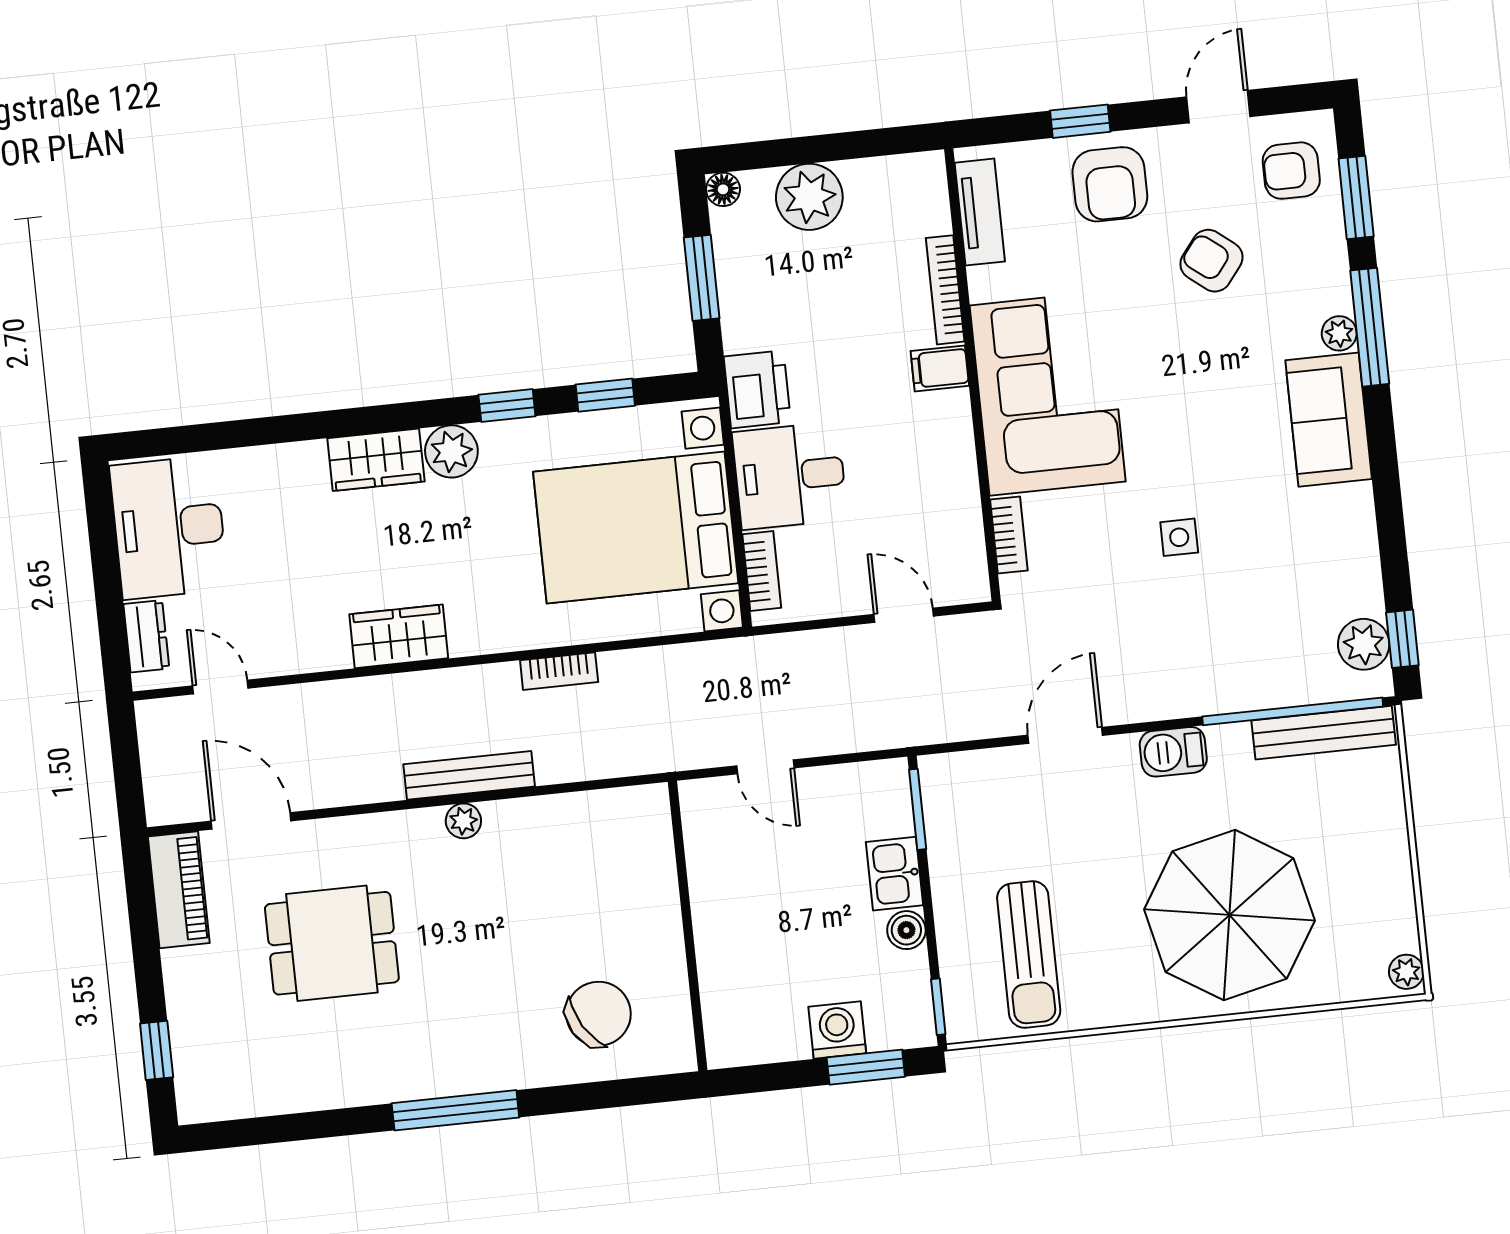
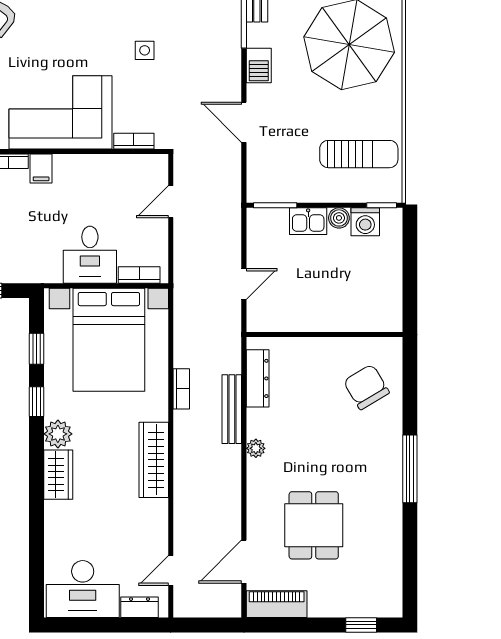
printer: (757, 389) -> (42, 267), removed
wardrobe: (399, 636) -> (154, 460), width x1.50
bench: (469, 775) -> (232, 409), moved
dresser: (593, 811) -> (258, 378), added
washing machine: (837, 1030) -> (365, 222), moved, turned -90
window: (866, 1067) -> (410, 247), removed

